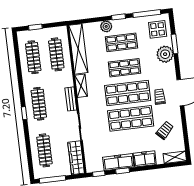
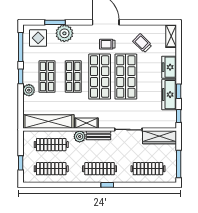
plant: (67, 81) -> (80, 136), added

